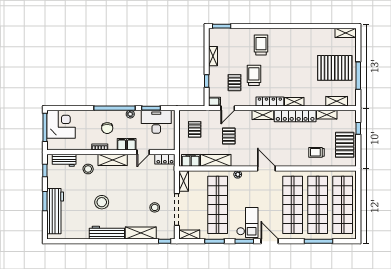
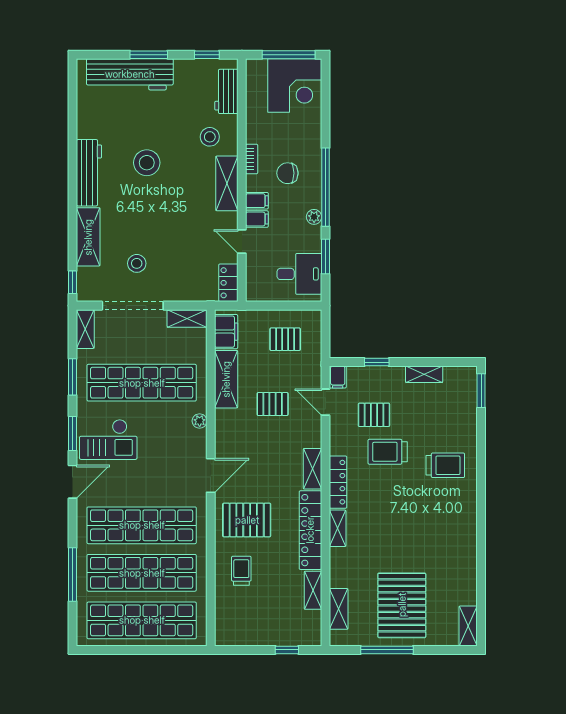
trolley: (254, 75) -> (388, 452), turned 180
desk: (156, 122) -> (299, 274), width x0.73
pallet: (345, 145) -> (247, 520), moved

